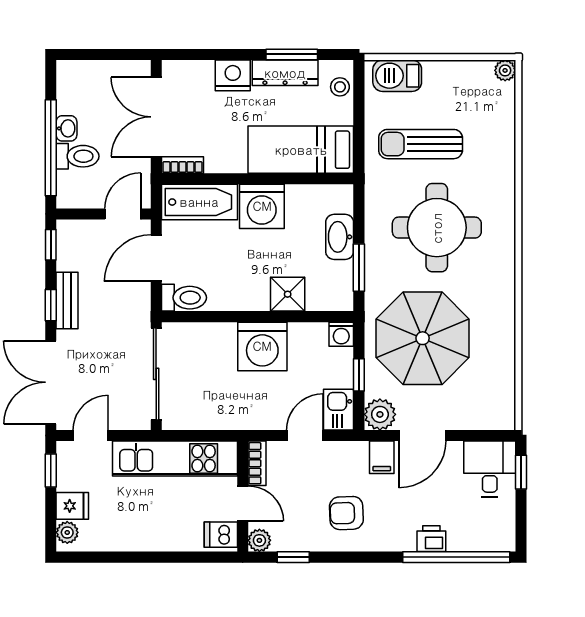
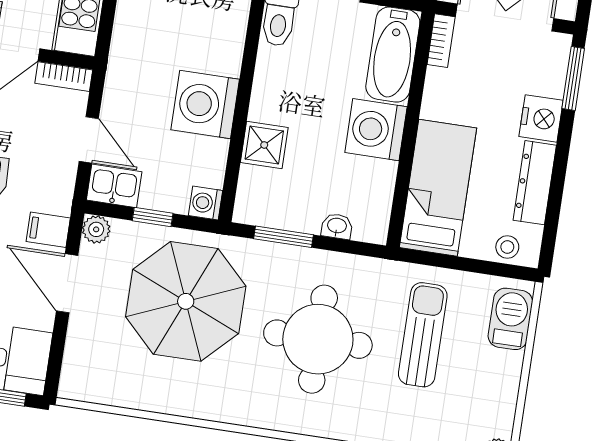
window: (292, 54) -> (573, 78), moved
washbasin: (340, 237) -> (337, 226), width x0.52, depth x0.69
plant: (380, 414) -> (96, 229), width x0.73, depth x0.73

